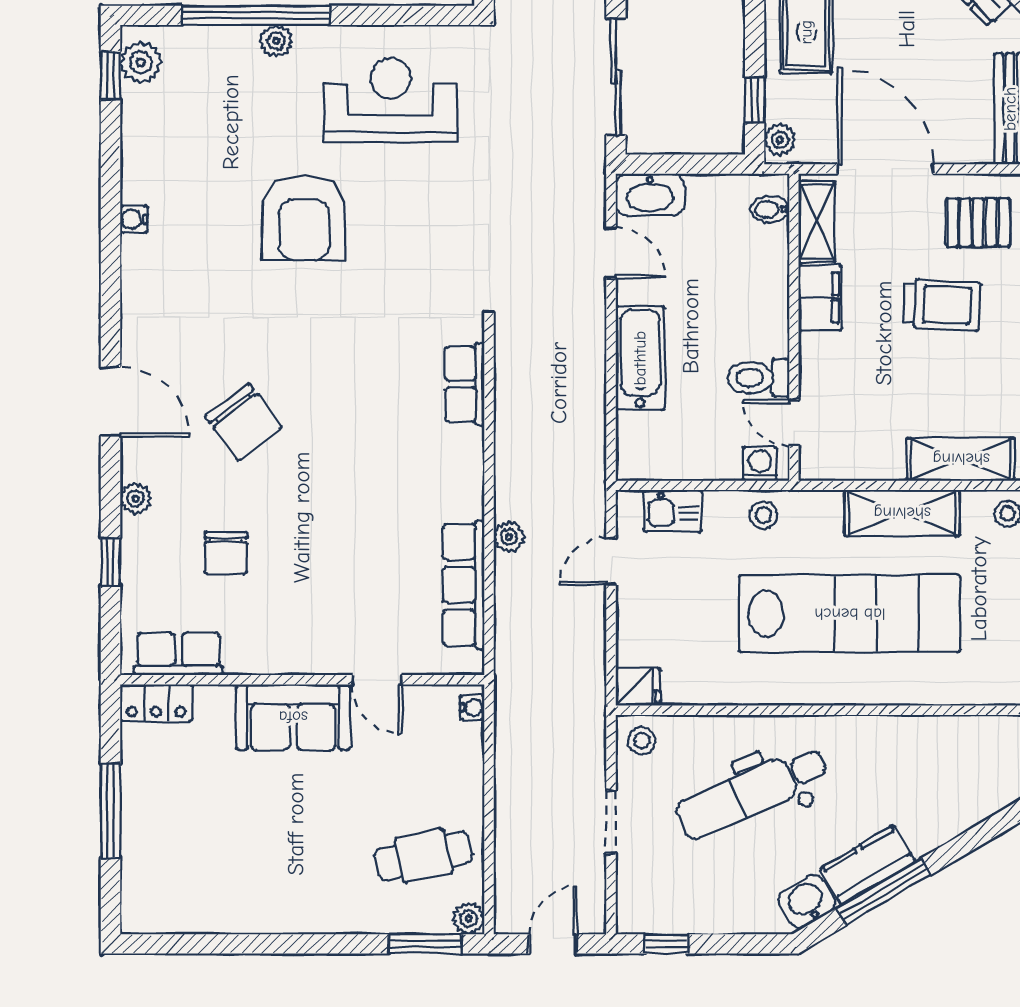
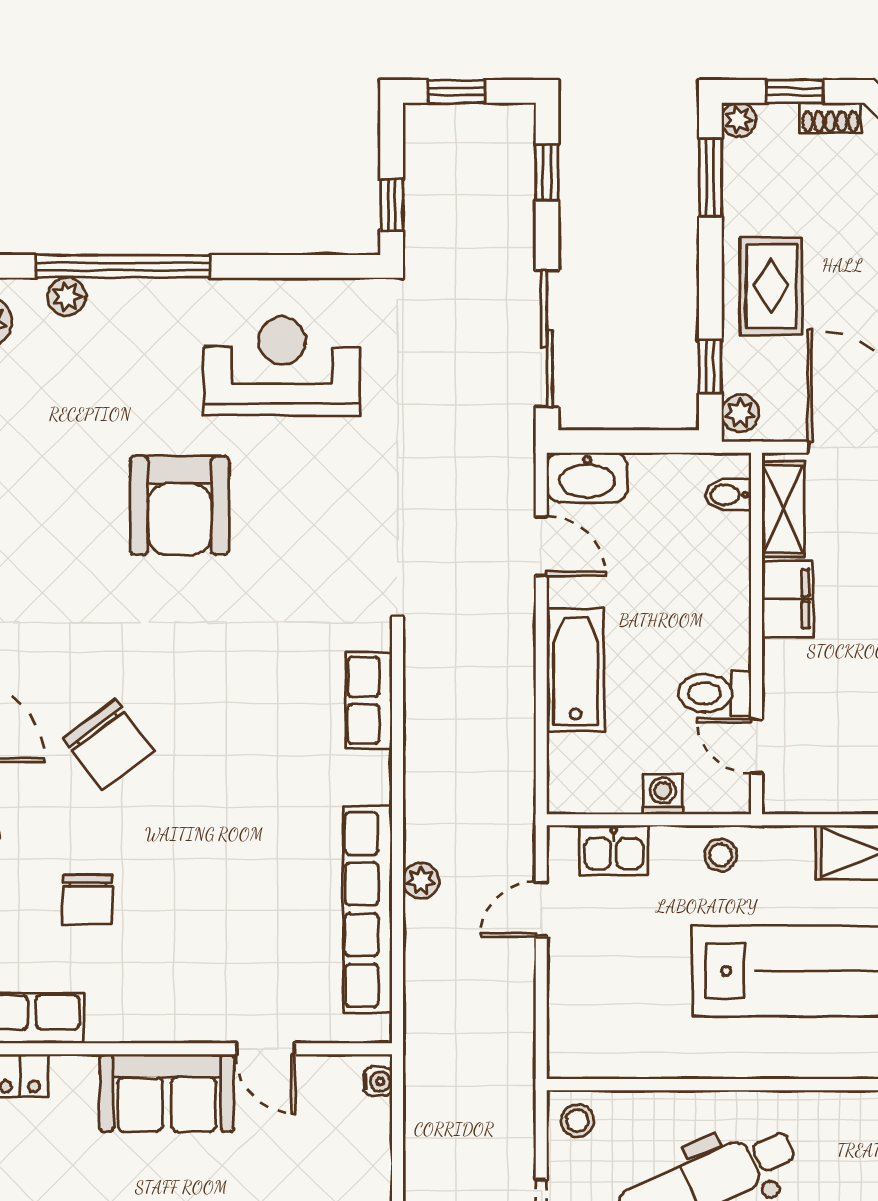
plant: (276, 41) -> (67, 297), moved
washing machine: (760, 464) -> (663, 794), moved
row of seats: (464, 585) -> (368, 909), width x1.36
fridge: (638, 687) -> (573, 1057), removed

